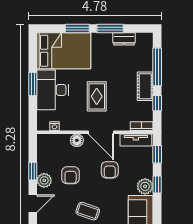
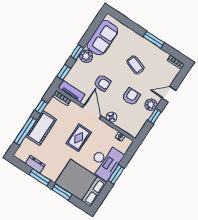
cot: (145, 86) -> (41, 128), width x1.37, depth x1.34
armchair: (110, 170) -> (102, 83), turned 90

